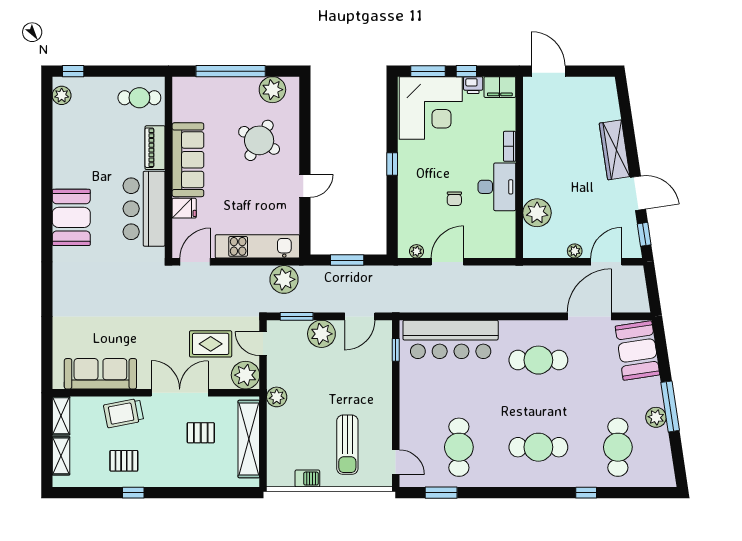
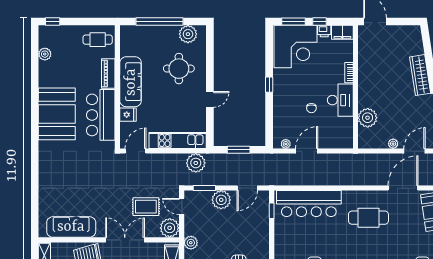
plant: (62, 95) -> (45, 54), moved
round table: (259, 140) -> (179, 69), turned -30
booth: (71, 217) -> (57, 114), width x1.36, depth x1.42

